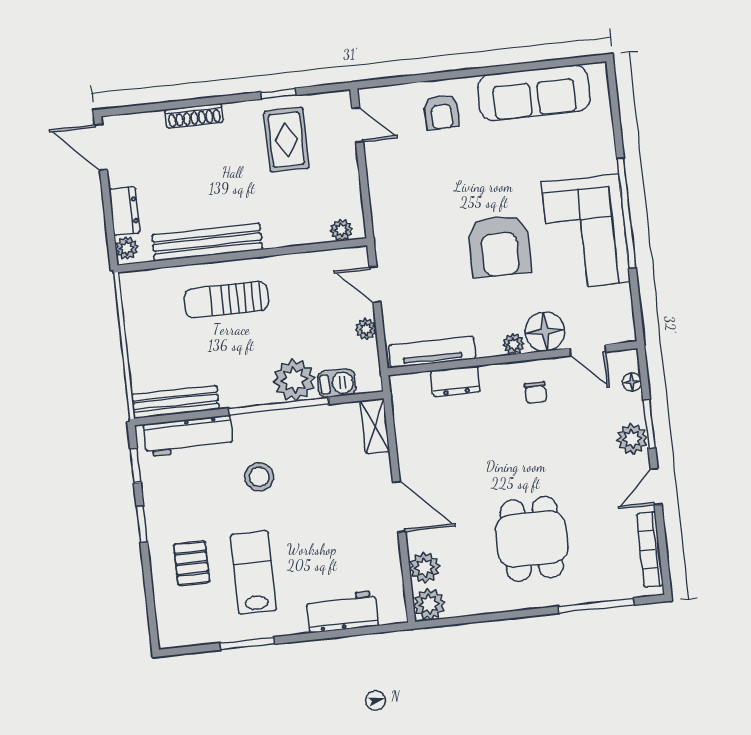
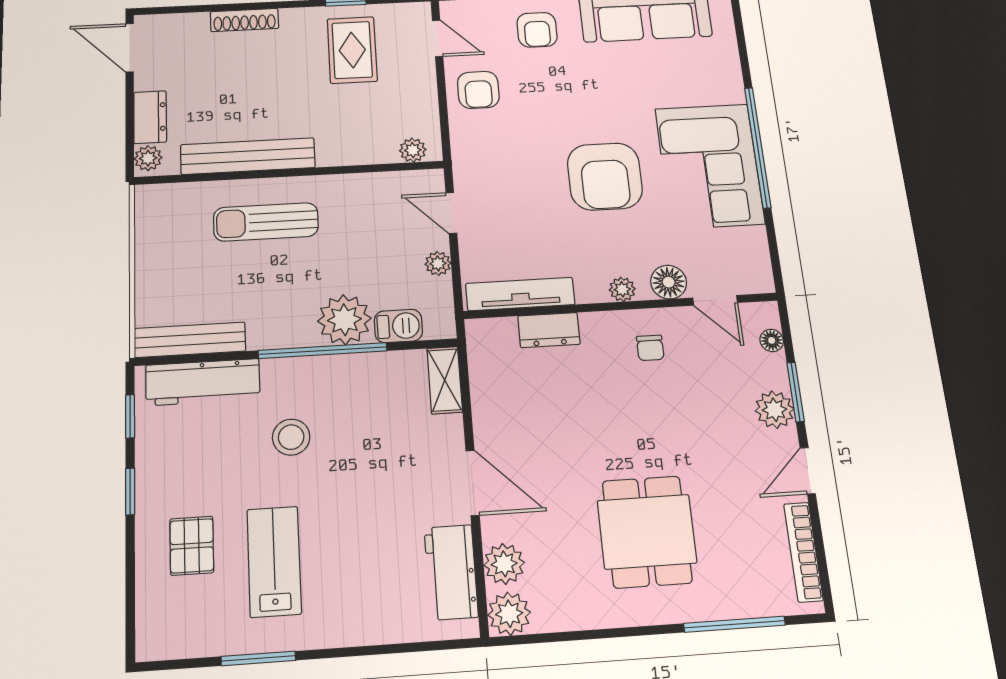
armchair: (393, 172) -> (478, 90), added
floor lamp: (545, 332) -> (669, 282), width x0.73, depth x0.73
workbench: (342, 612) -> (451, 572), moved, turned -90

